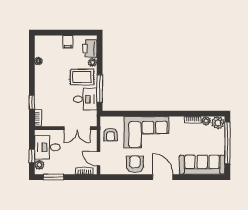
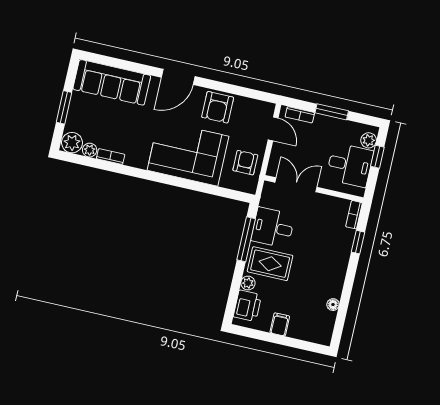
window: (227, 143) -> (64, 107), width x0.47
window: (53, 177) -> (332, 112), moved
door: (163, 177) -> (178, 77), hinge flipped

